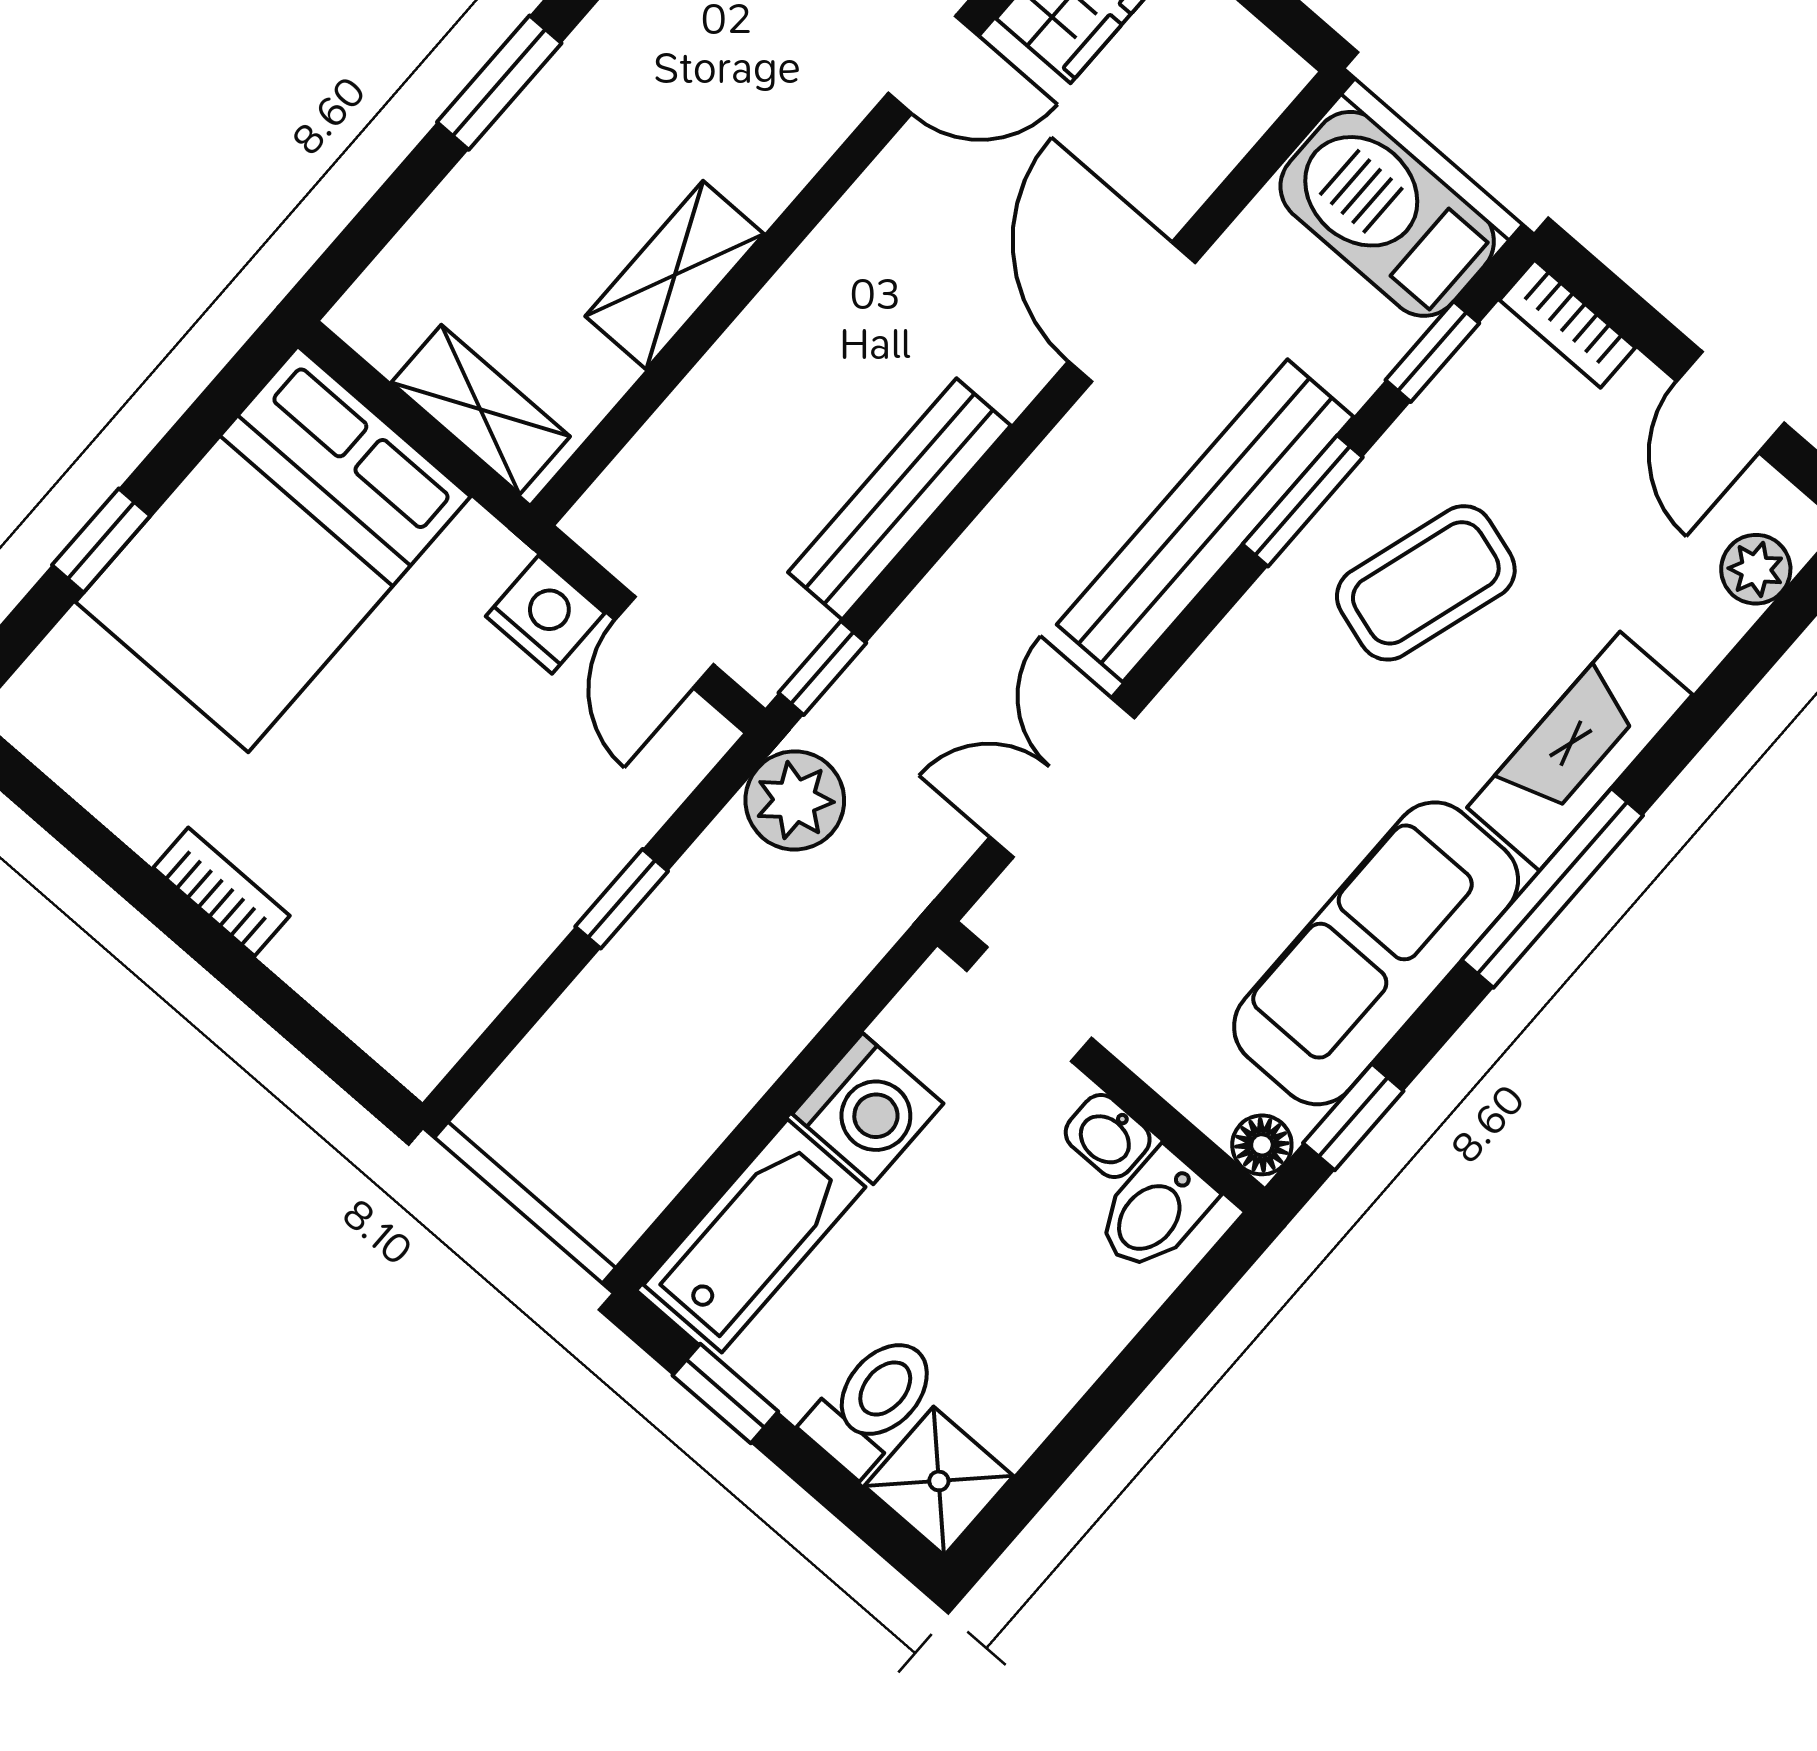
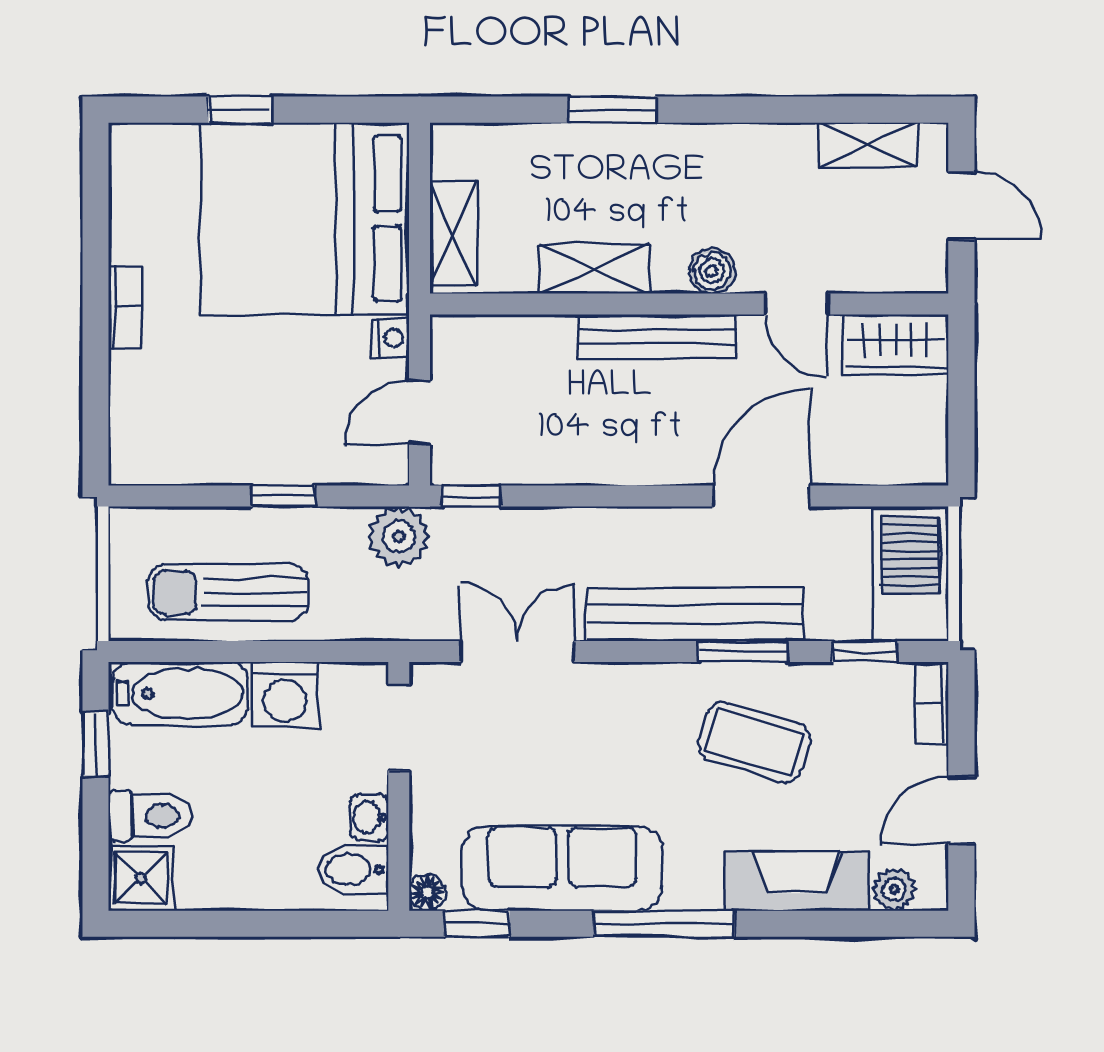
boiler: (803, 133) -> (712, 271), added
bench: (899, 499) -> (658, 337), moved
bed: (273, 549) -> (305, 219), width x1.36
nightstand: (545, 615) -> (391, 338), width x0.72, depth x0.74
fireplace: (1580, 751) -> (797, 881), moved
sun lounger: (681, 1069) -> (228, 592), added

